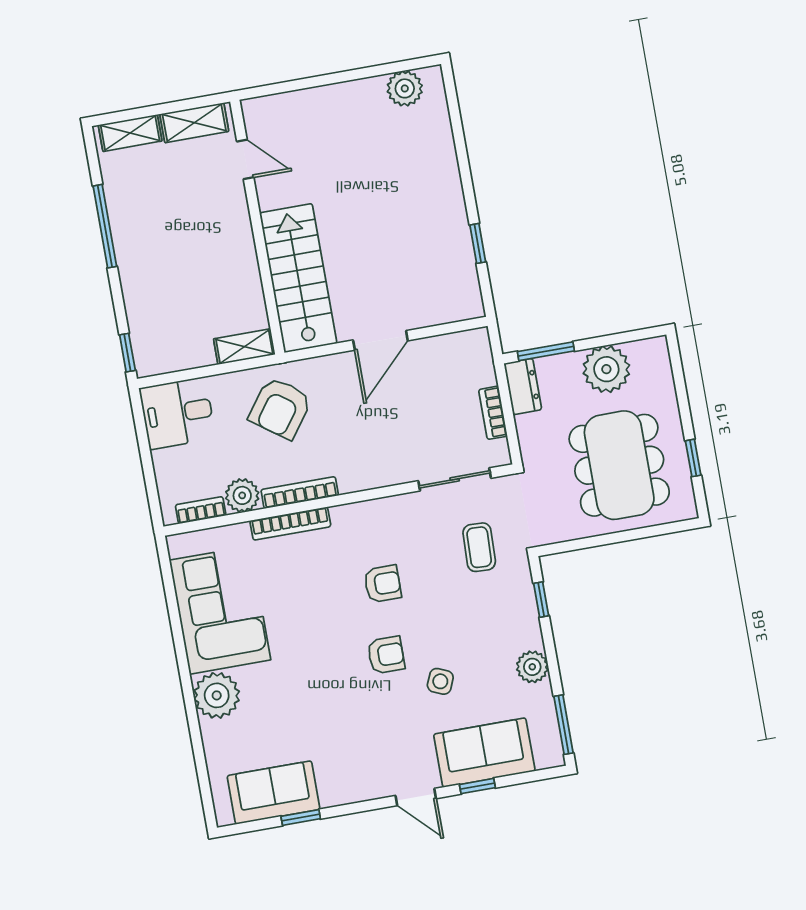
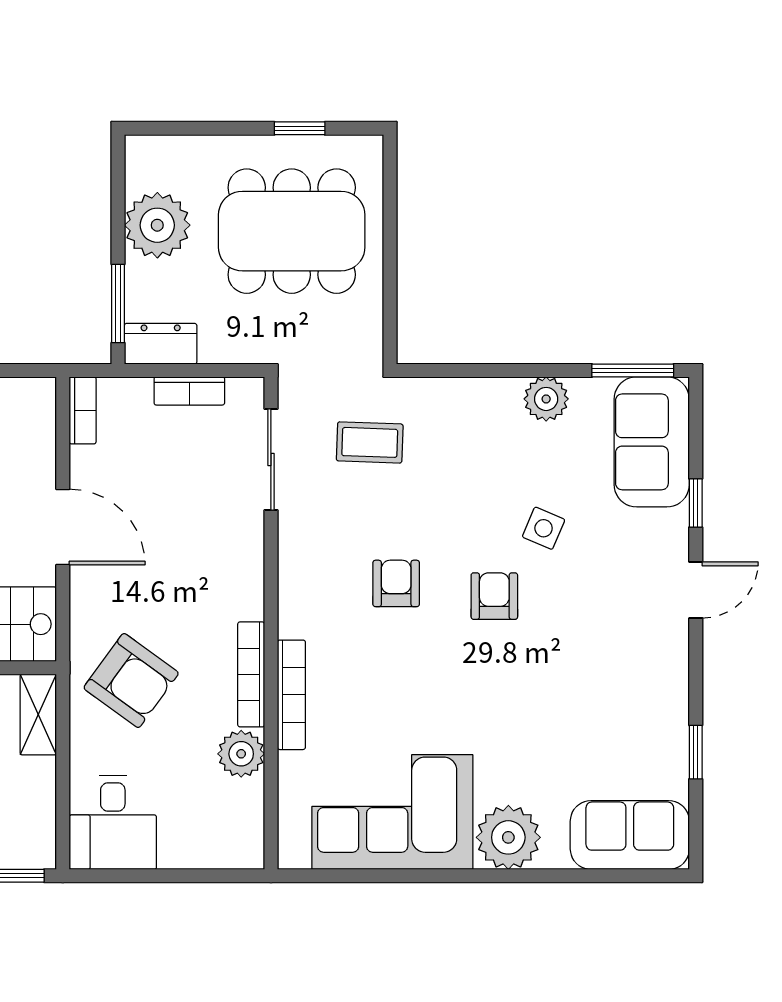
bookcase: (201, 510) -> (83, 410), moved, turned 180
window: (541, 600) -> (456, 370), removed
sofa: (484, 753) -> (652, 442), moved
sofa: (273, 793) -> (630, 835), moved, turned 90

